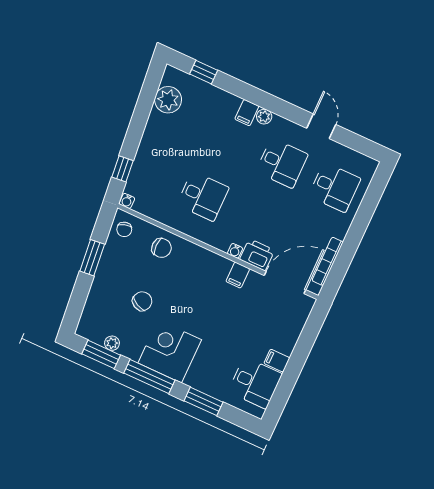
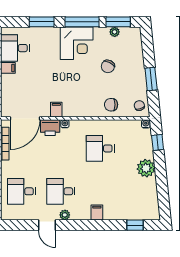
plant: (168, 100) -> (146, 168), moved
plant: (264, 117) -> (65, 215), moved

